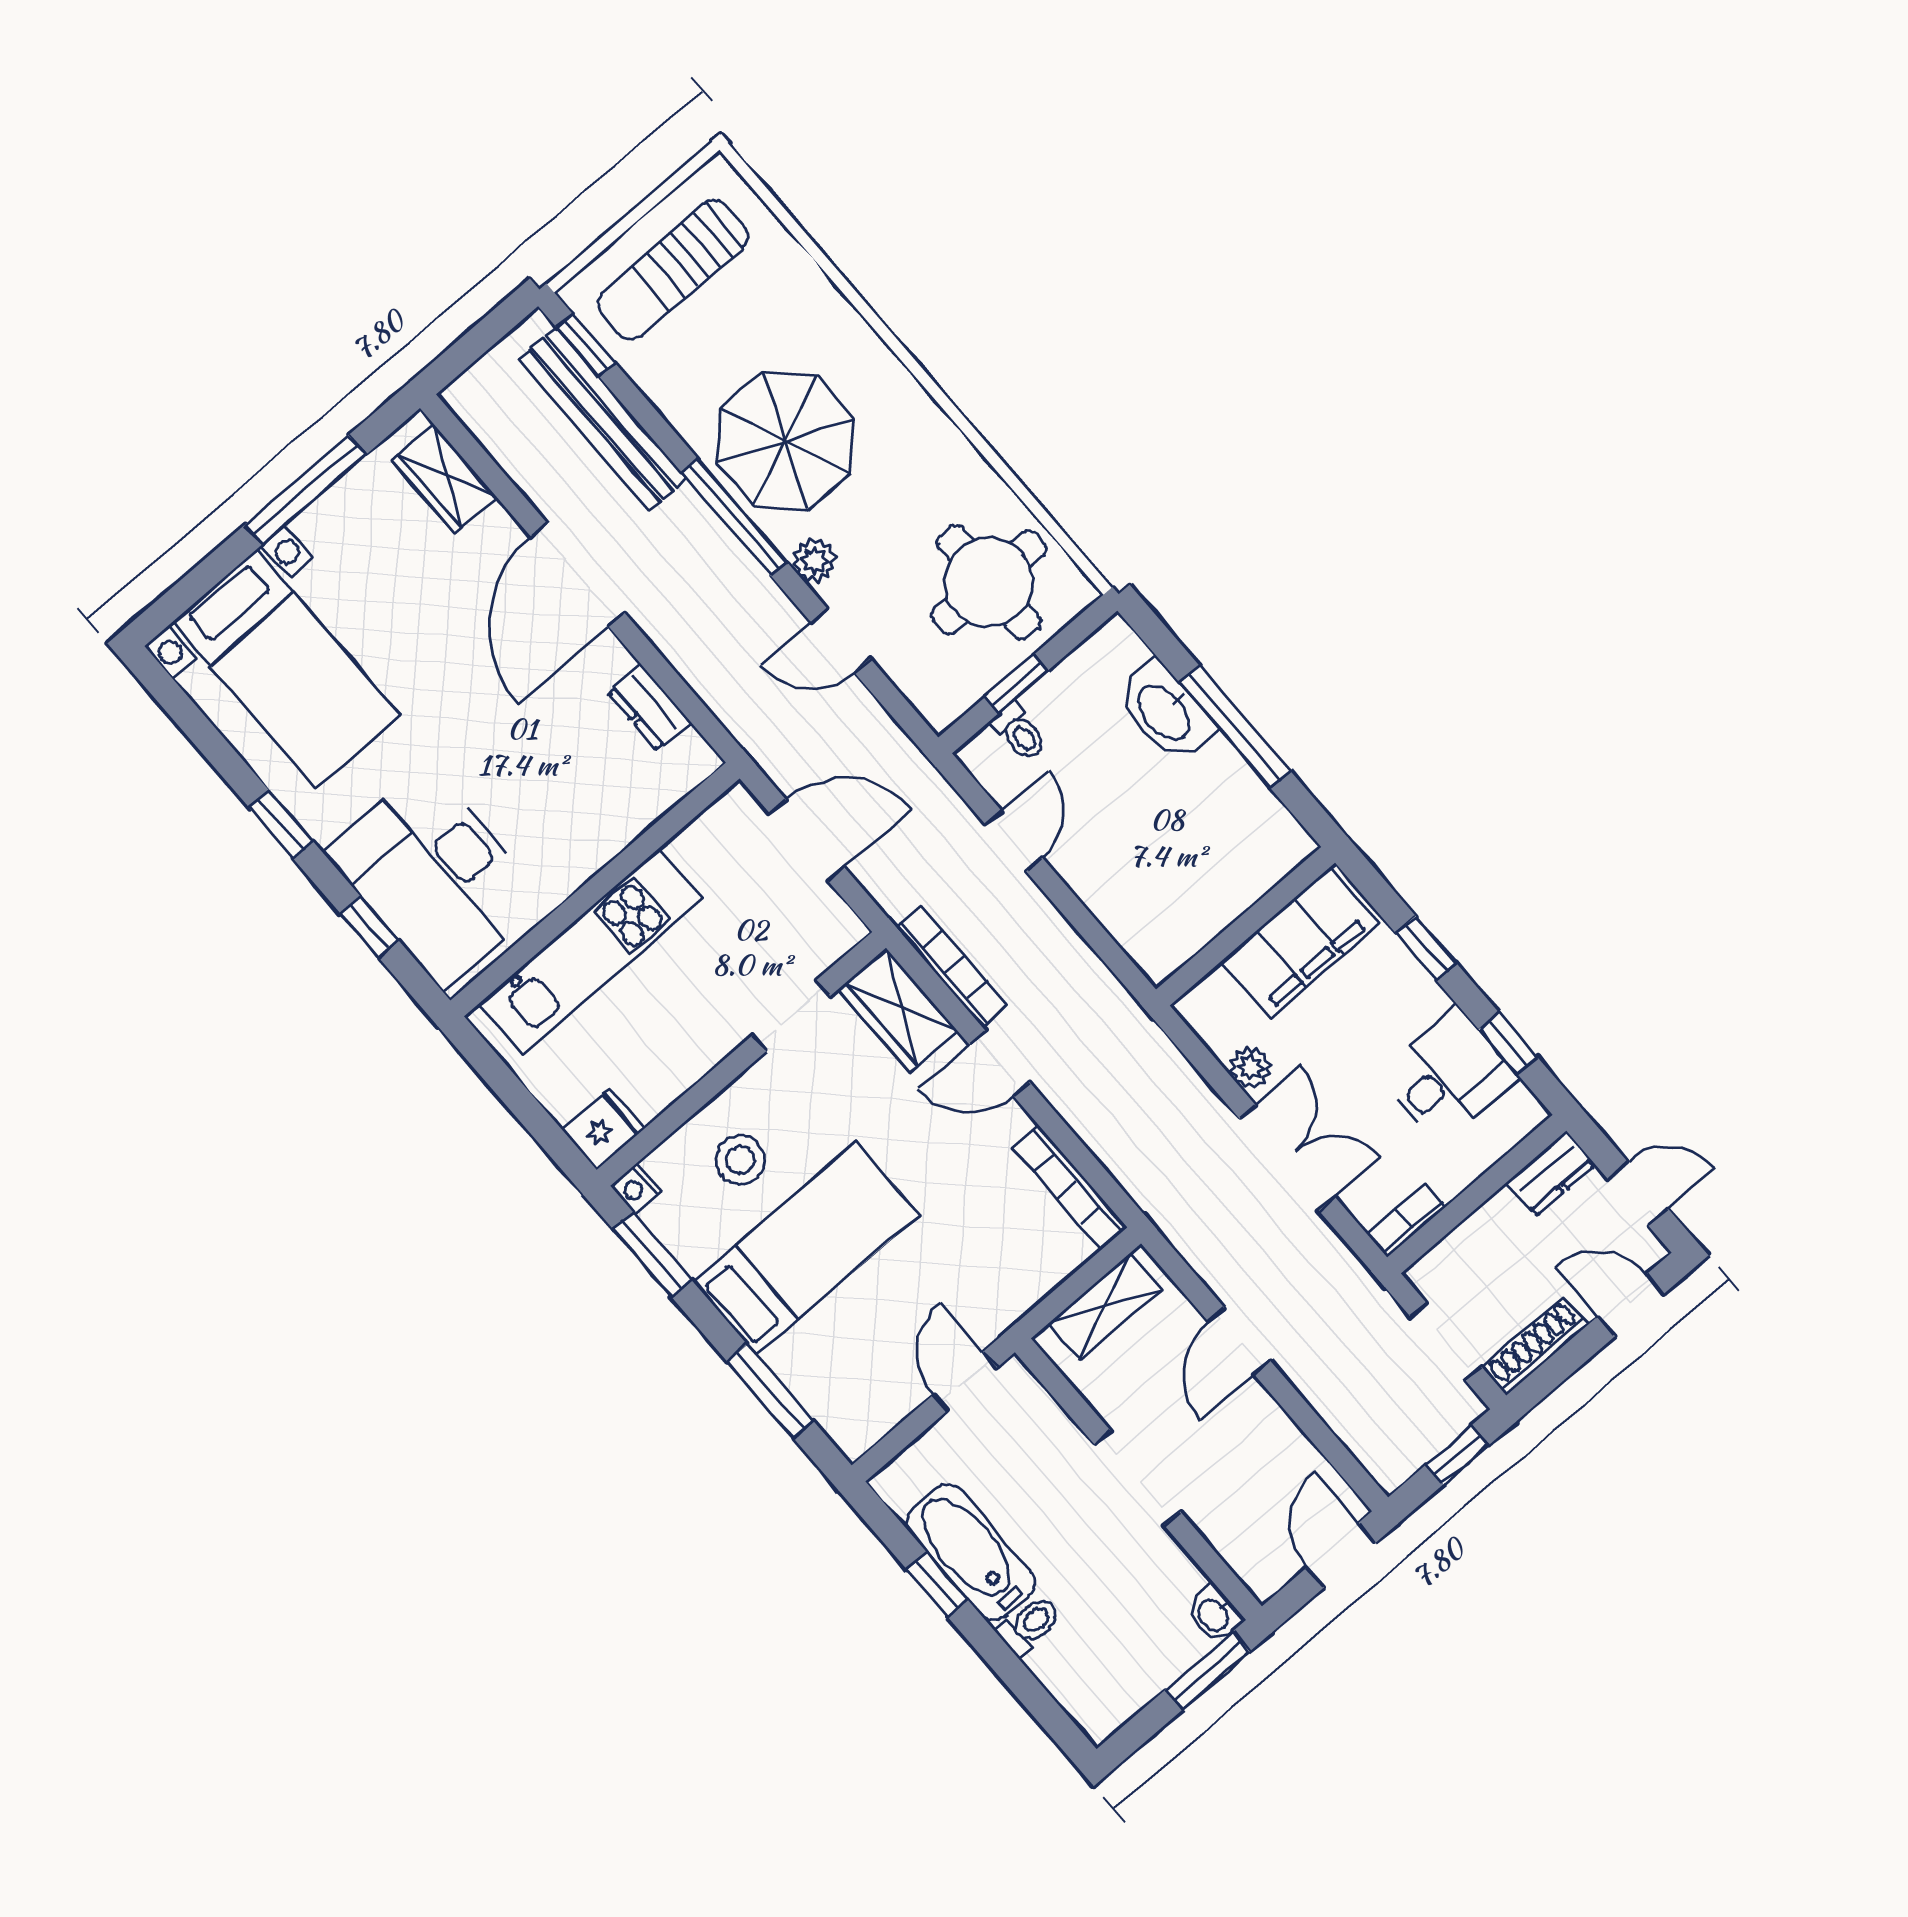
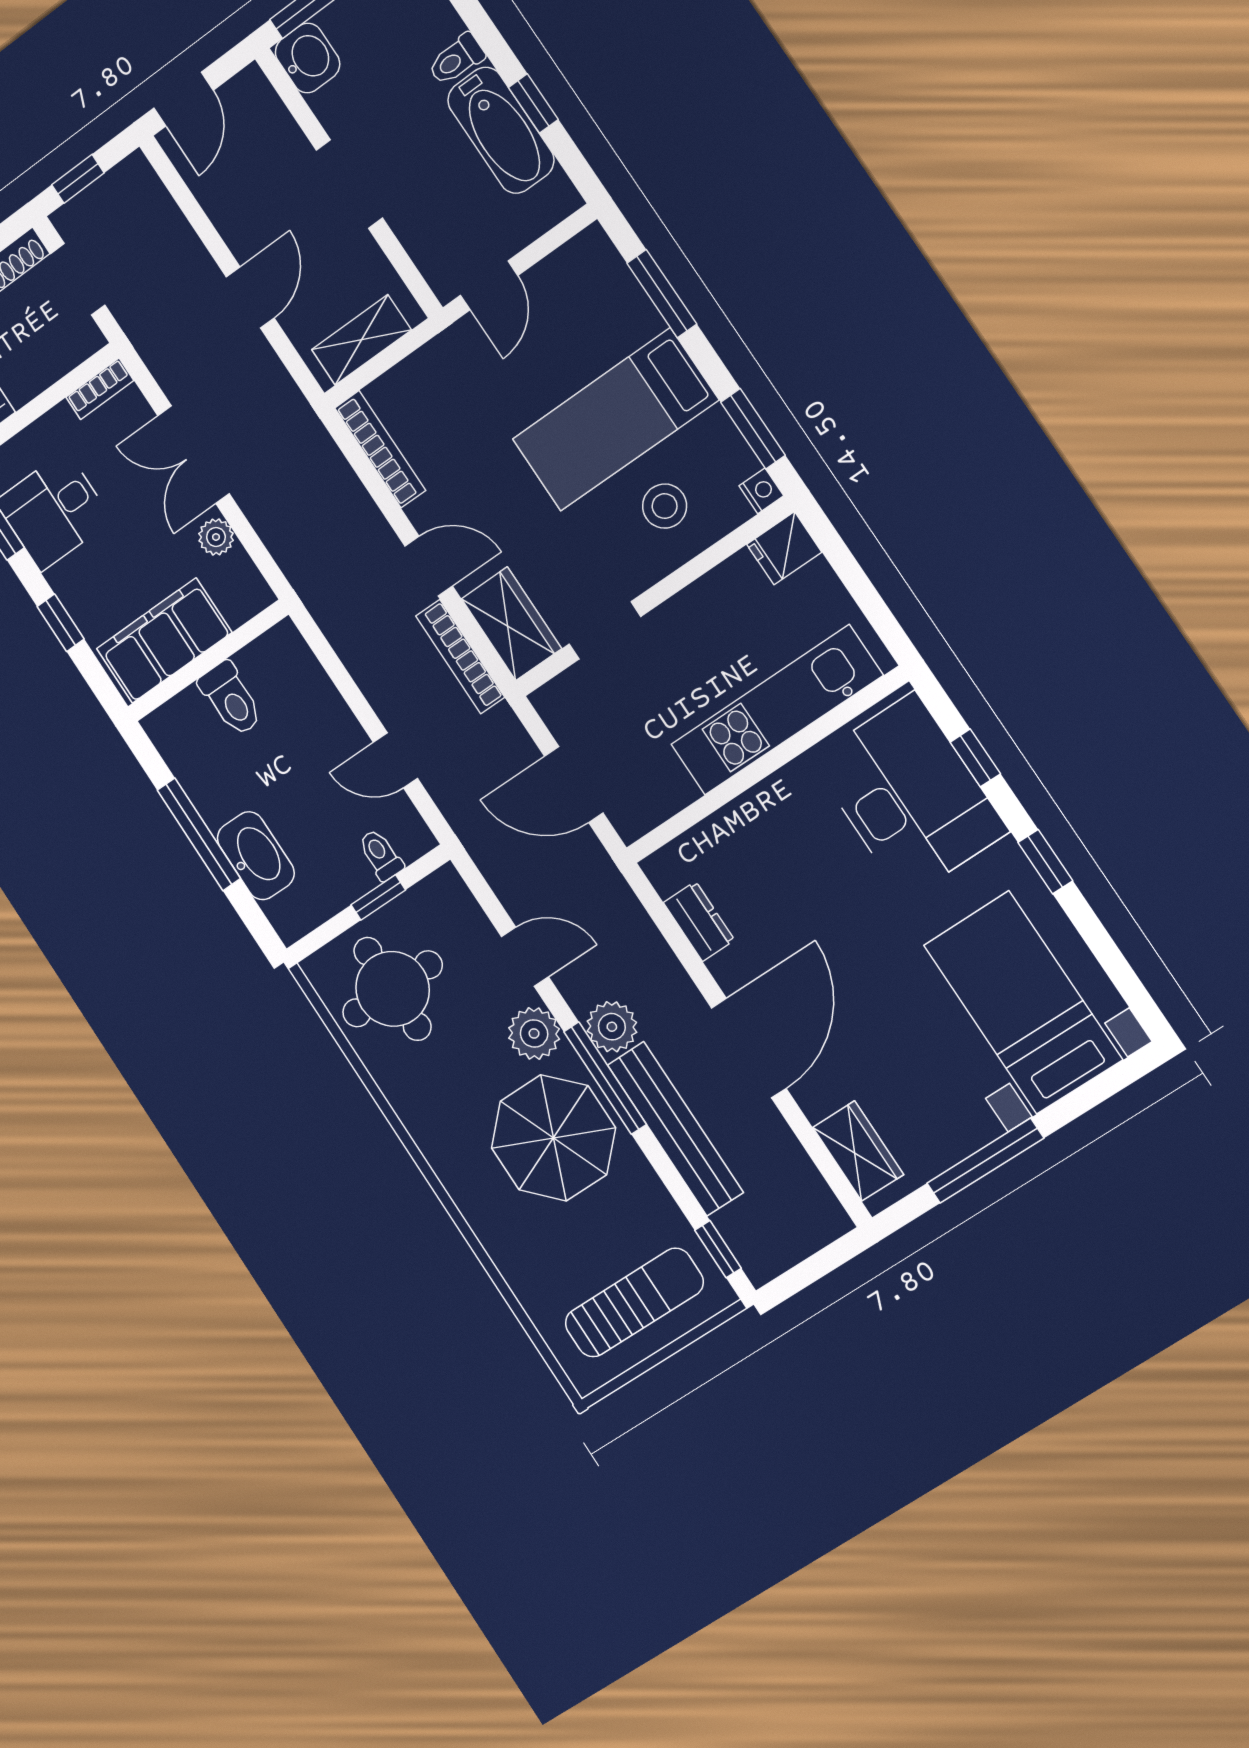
bench: (603, 419) -> (675, 1129), moved
plant: (814, 561) -> (534, 1033), width x1.38, depth x1.38
plant: (733, 576) -> (612, 1027), added
door: (1014, 841) -> (395, 760), hinge flipped
toilet: (1213, 886) -> (231, 699), added
washbasin: (1214, 1614) -> (308, 58), width x1.38, depth x1.45

